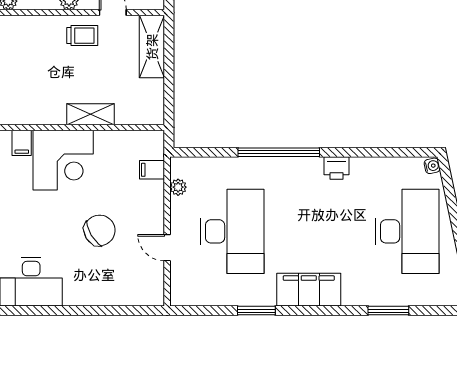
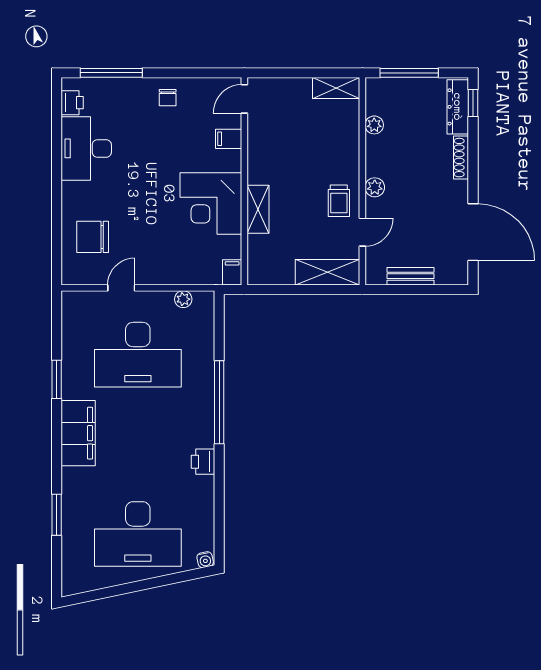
corner desk: (63, 160) -> (211, 203), moved
filing cabinet: (152, 170) -> (232, 272), moved
chair: (100, 230) -> (93, 237), moved, turned 121

